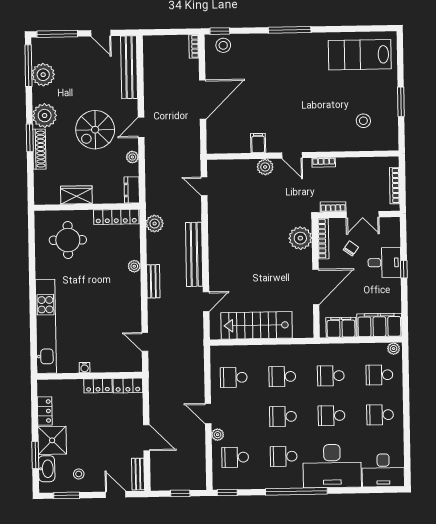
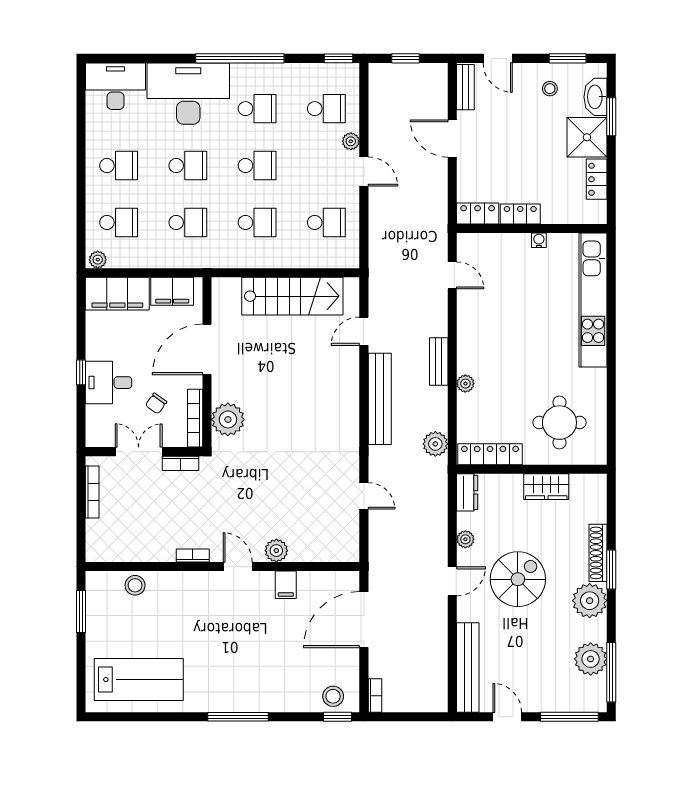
filing cabinet: (258, 143) -> (286, 585), moved
door: (292, 155) -> (238, 567), moved
wall: (303, 155) -> (222, 567), moved
bookcase: (324, 162) -> (193, 556), moved
plant: (265, 167) -> (276, 551), moved

